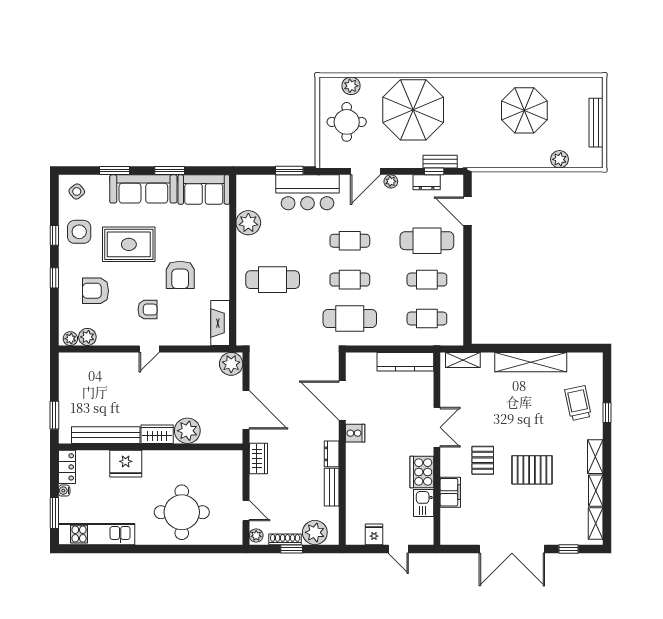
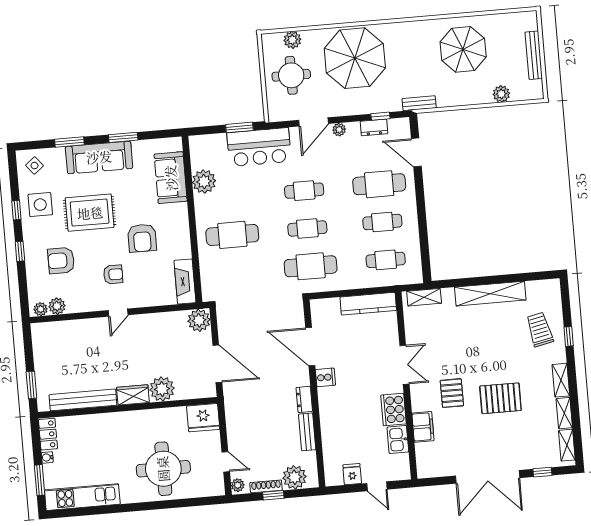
bench: (440, 162) -> (419, 103), moved
sofa: (204, 190) -> (171, 178), moved, turned 90
wardrobe: (258, 458) -> (233, 410), removed
fridge: (126, 464) -> (203, 418), moved

